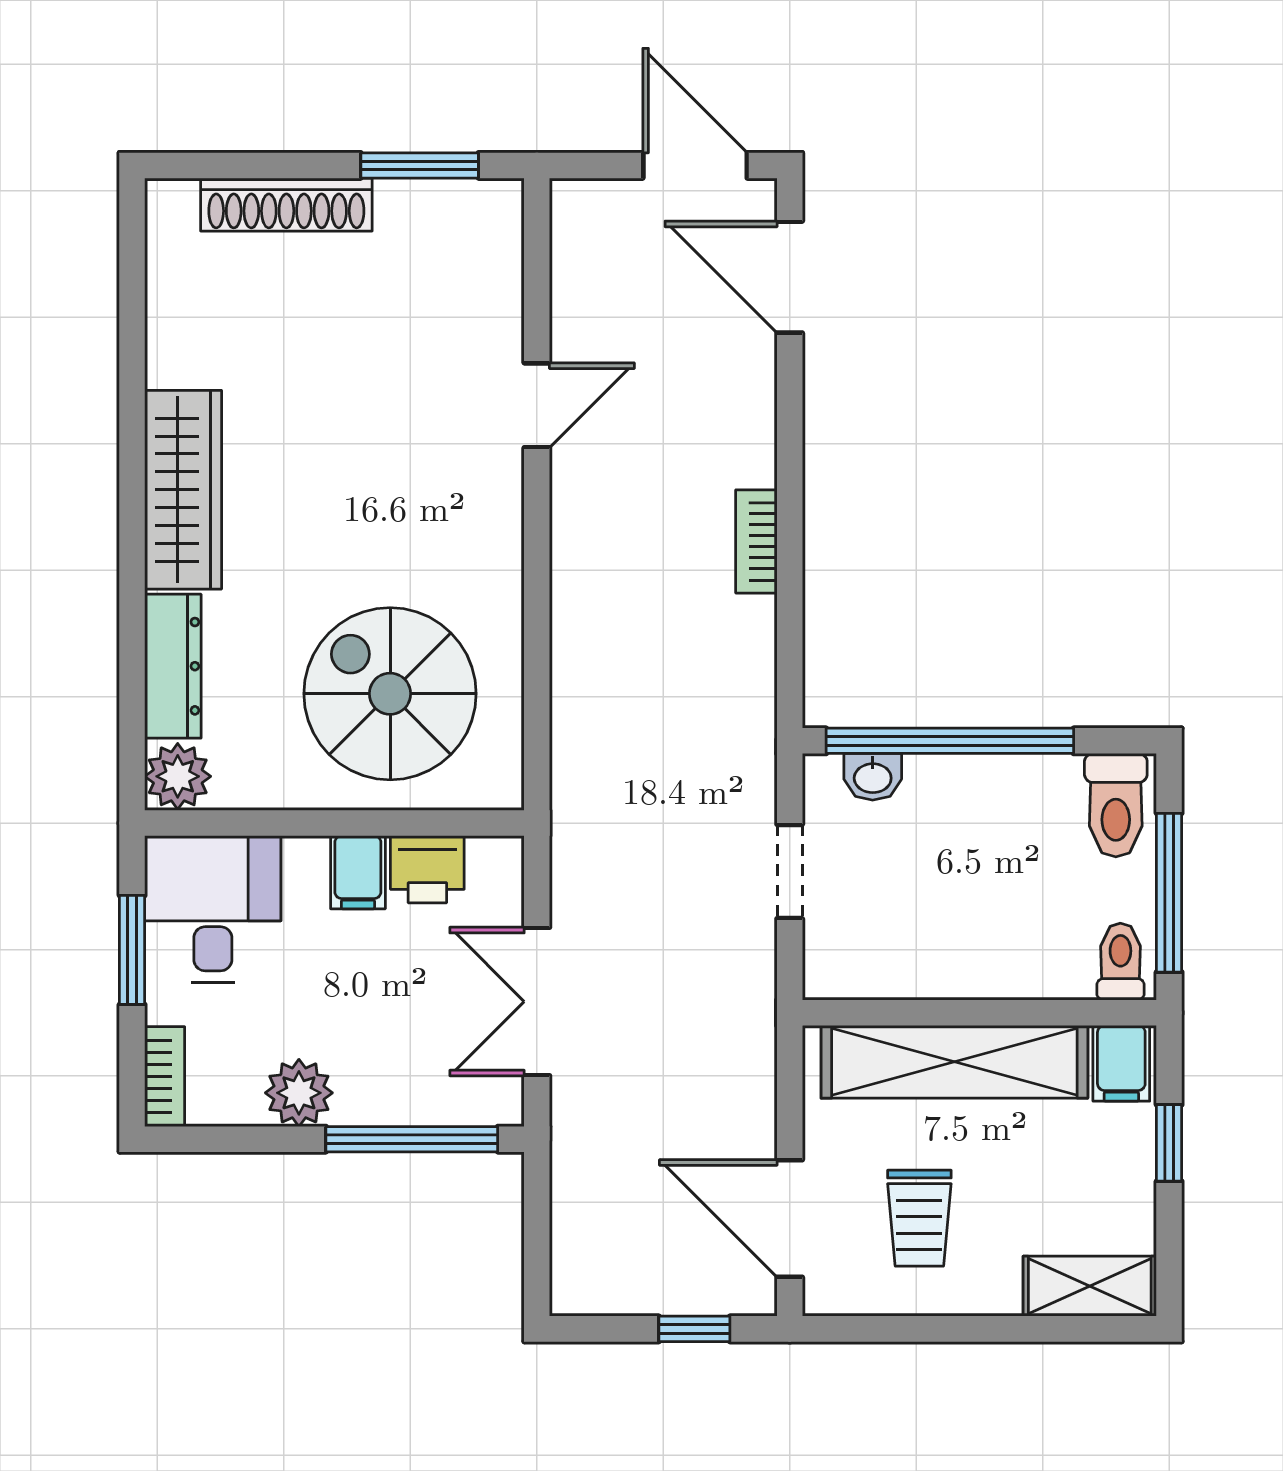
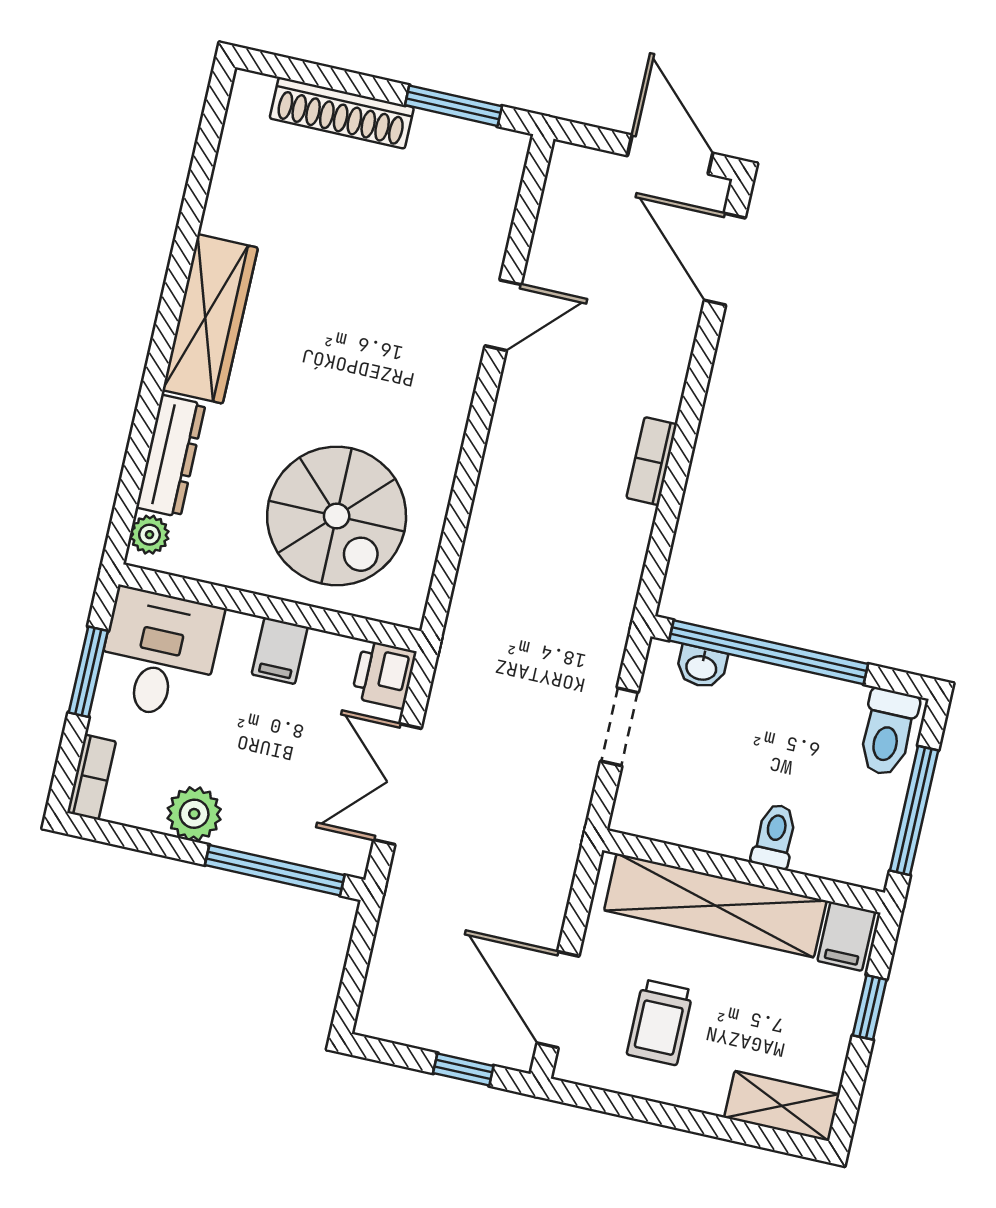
spiral stairs: (390, 694) -> (337, 516), turned 180
plant: (178, 776) -> (149, 535), width x0.73, depth x0.73
printer: (427, 869) -> (384, 674), moved, turned 90
toilet: (1120, 962) -> (775, 836), moved

